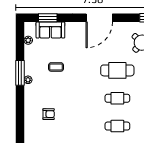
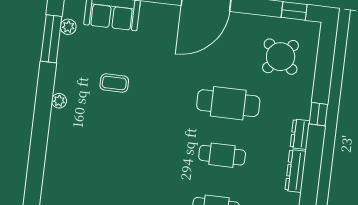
window: (20, 73) -> (51, 39), moved
armchair: (49, 114) -> (90, 170), removed

